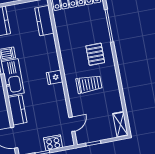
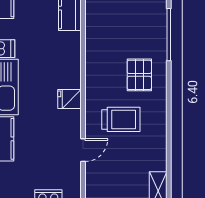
door: (72, 124) -> (83, 150), moved

